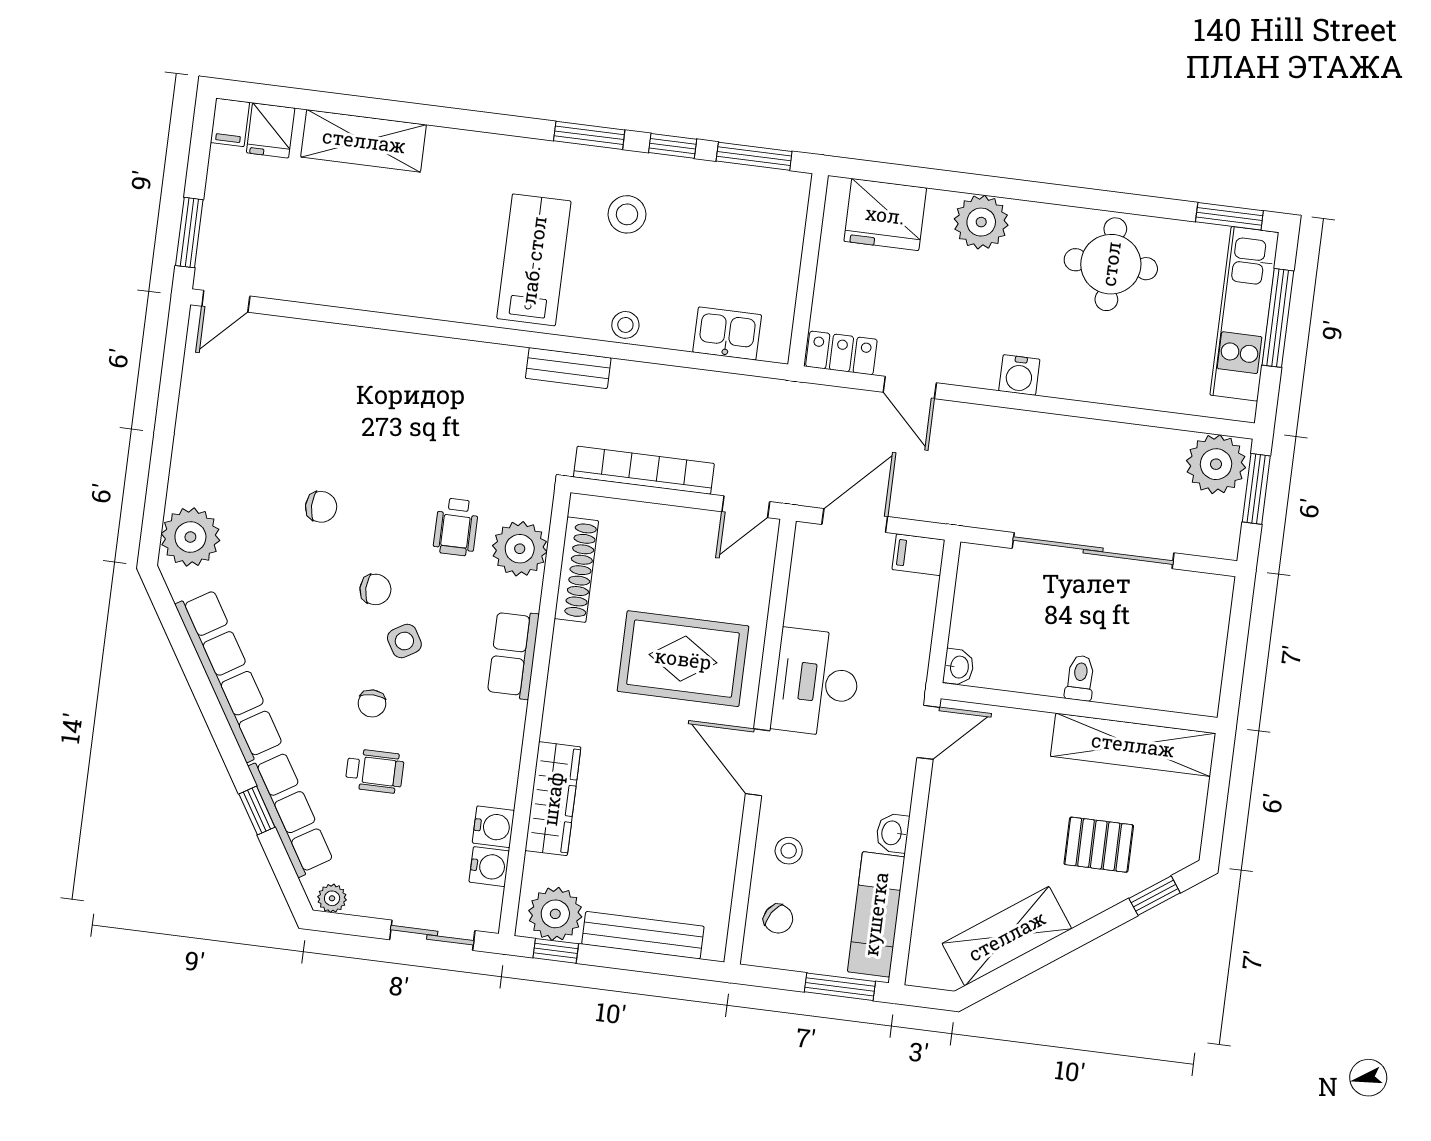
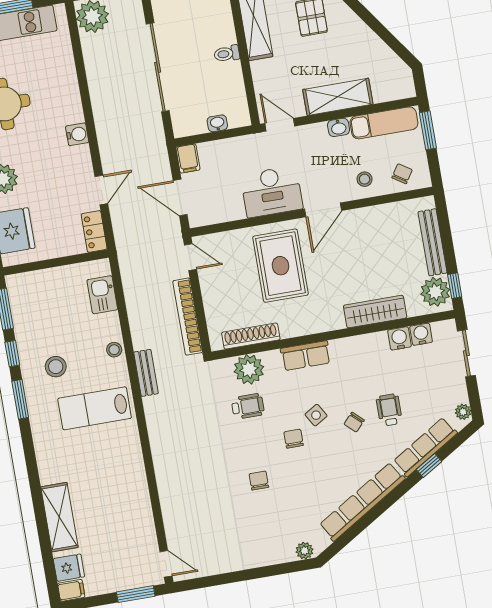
plant: (190, 537) -> (305, 551), width x0.53, depth x0.53
washbasin: (959, 667) -> (217, 123), moved
chair: (372, 703) -> (354, 422), turned 133
shelving: (1007, 936) -> (338, 97), moved, turned -55

